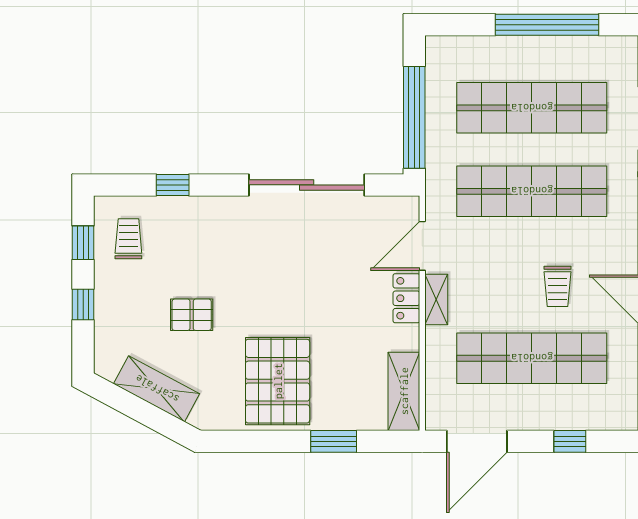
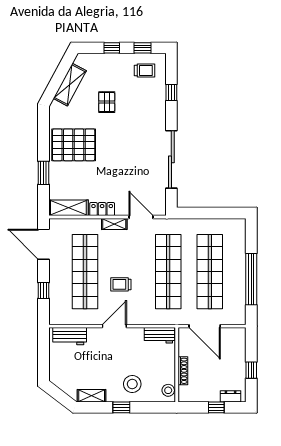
window: (414, 117) -> (205, 213), removed
locker: (406, 298) -> (102, 209), moved

